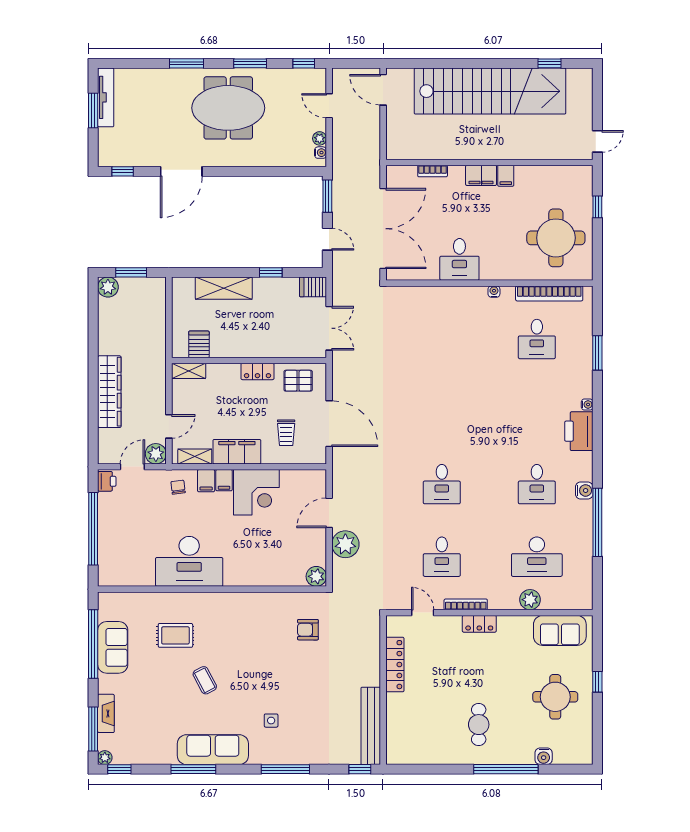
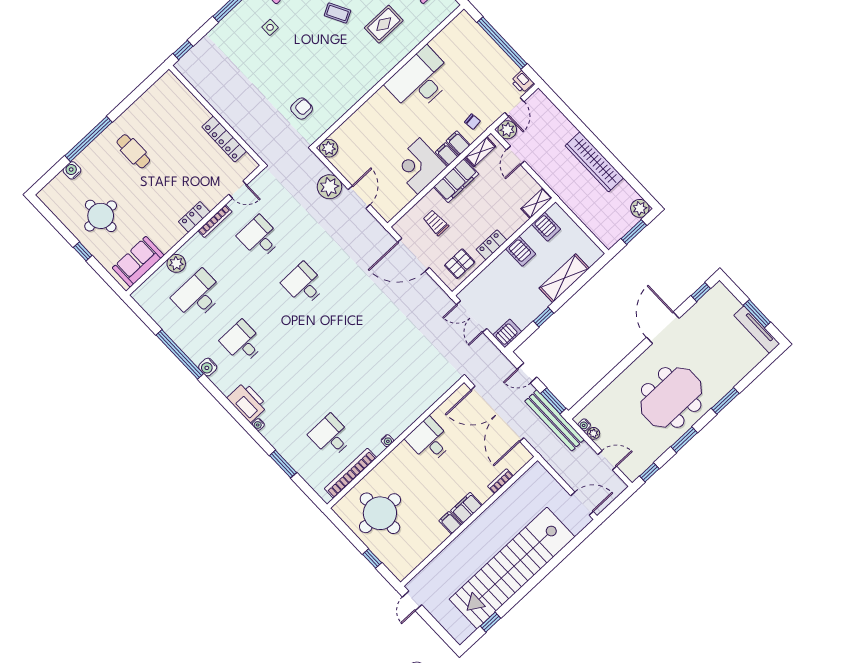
server rack: (239, 344) -> (521, 251), added
wardrobe: (109, 392) -> (594, 162), moved
bench: (371, 726) -> (554, 420), moved

